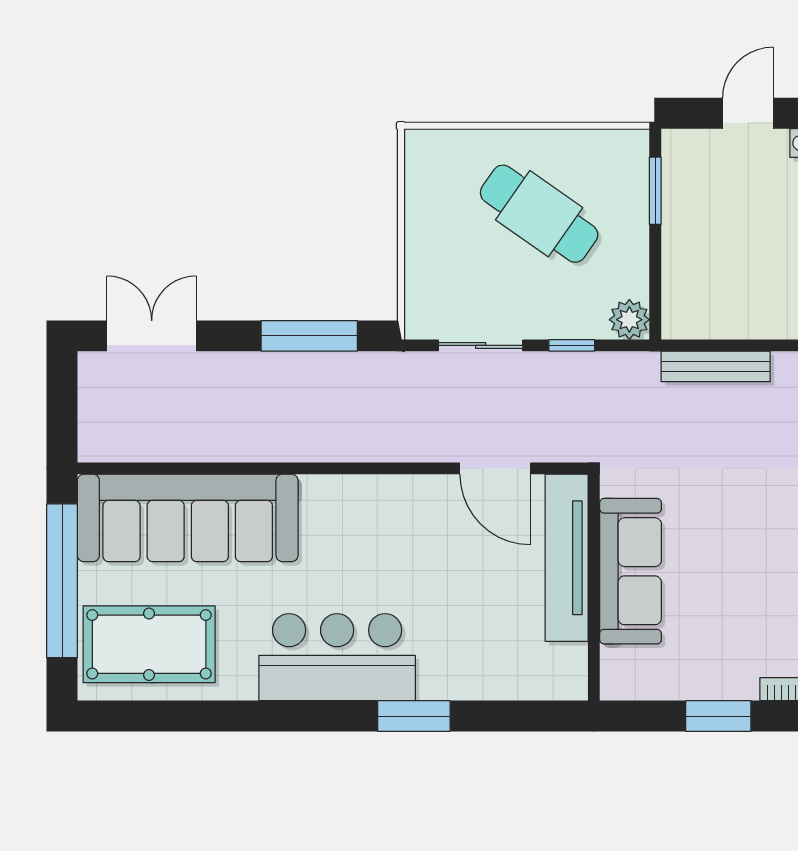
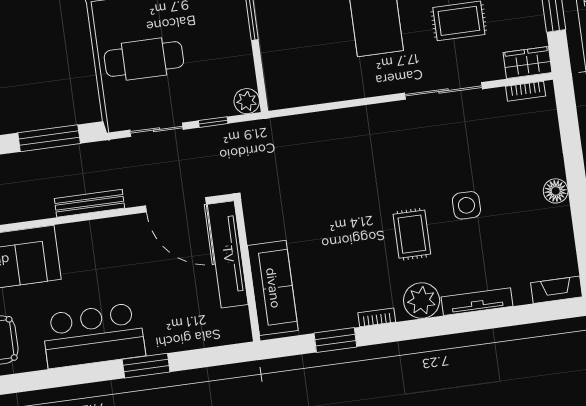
cafe table: (539, 214) -> (144, 59), moved, turned -35
bench: (716, 366) -> (89, 203), moved
door: (495, 468) -> (176, 205), width x1.36
sofa: (630, 571) -> (273, 288), moved

